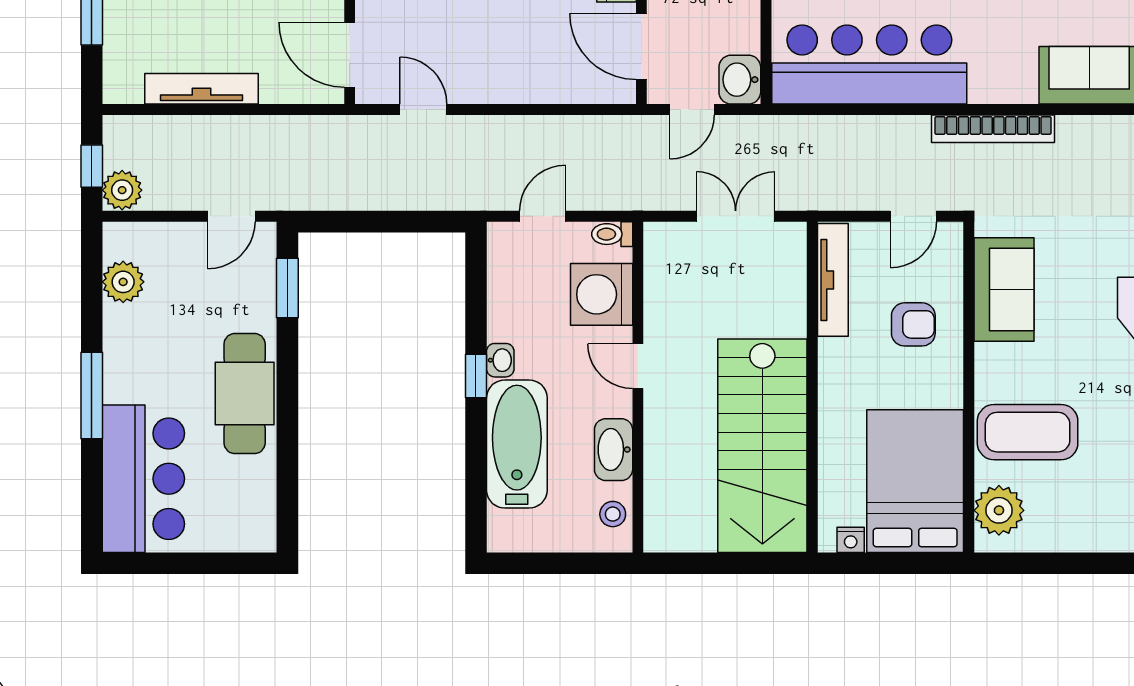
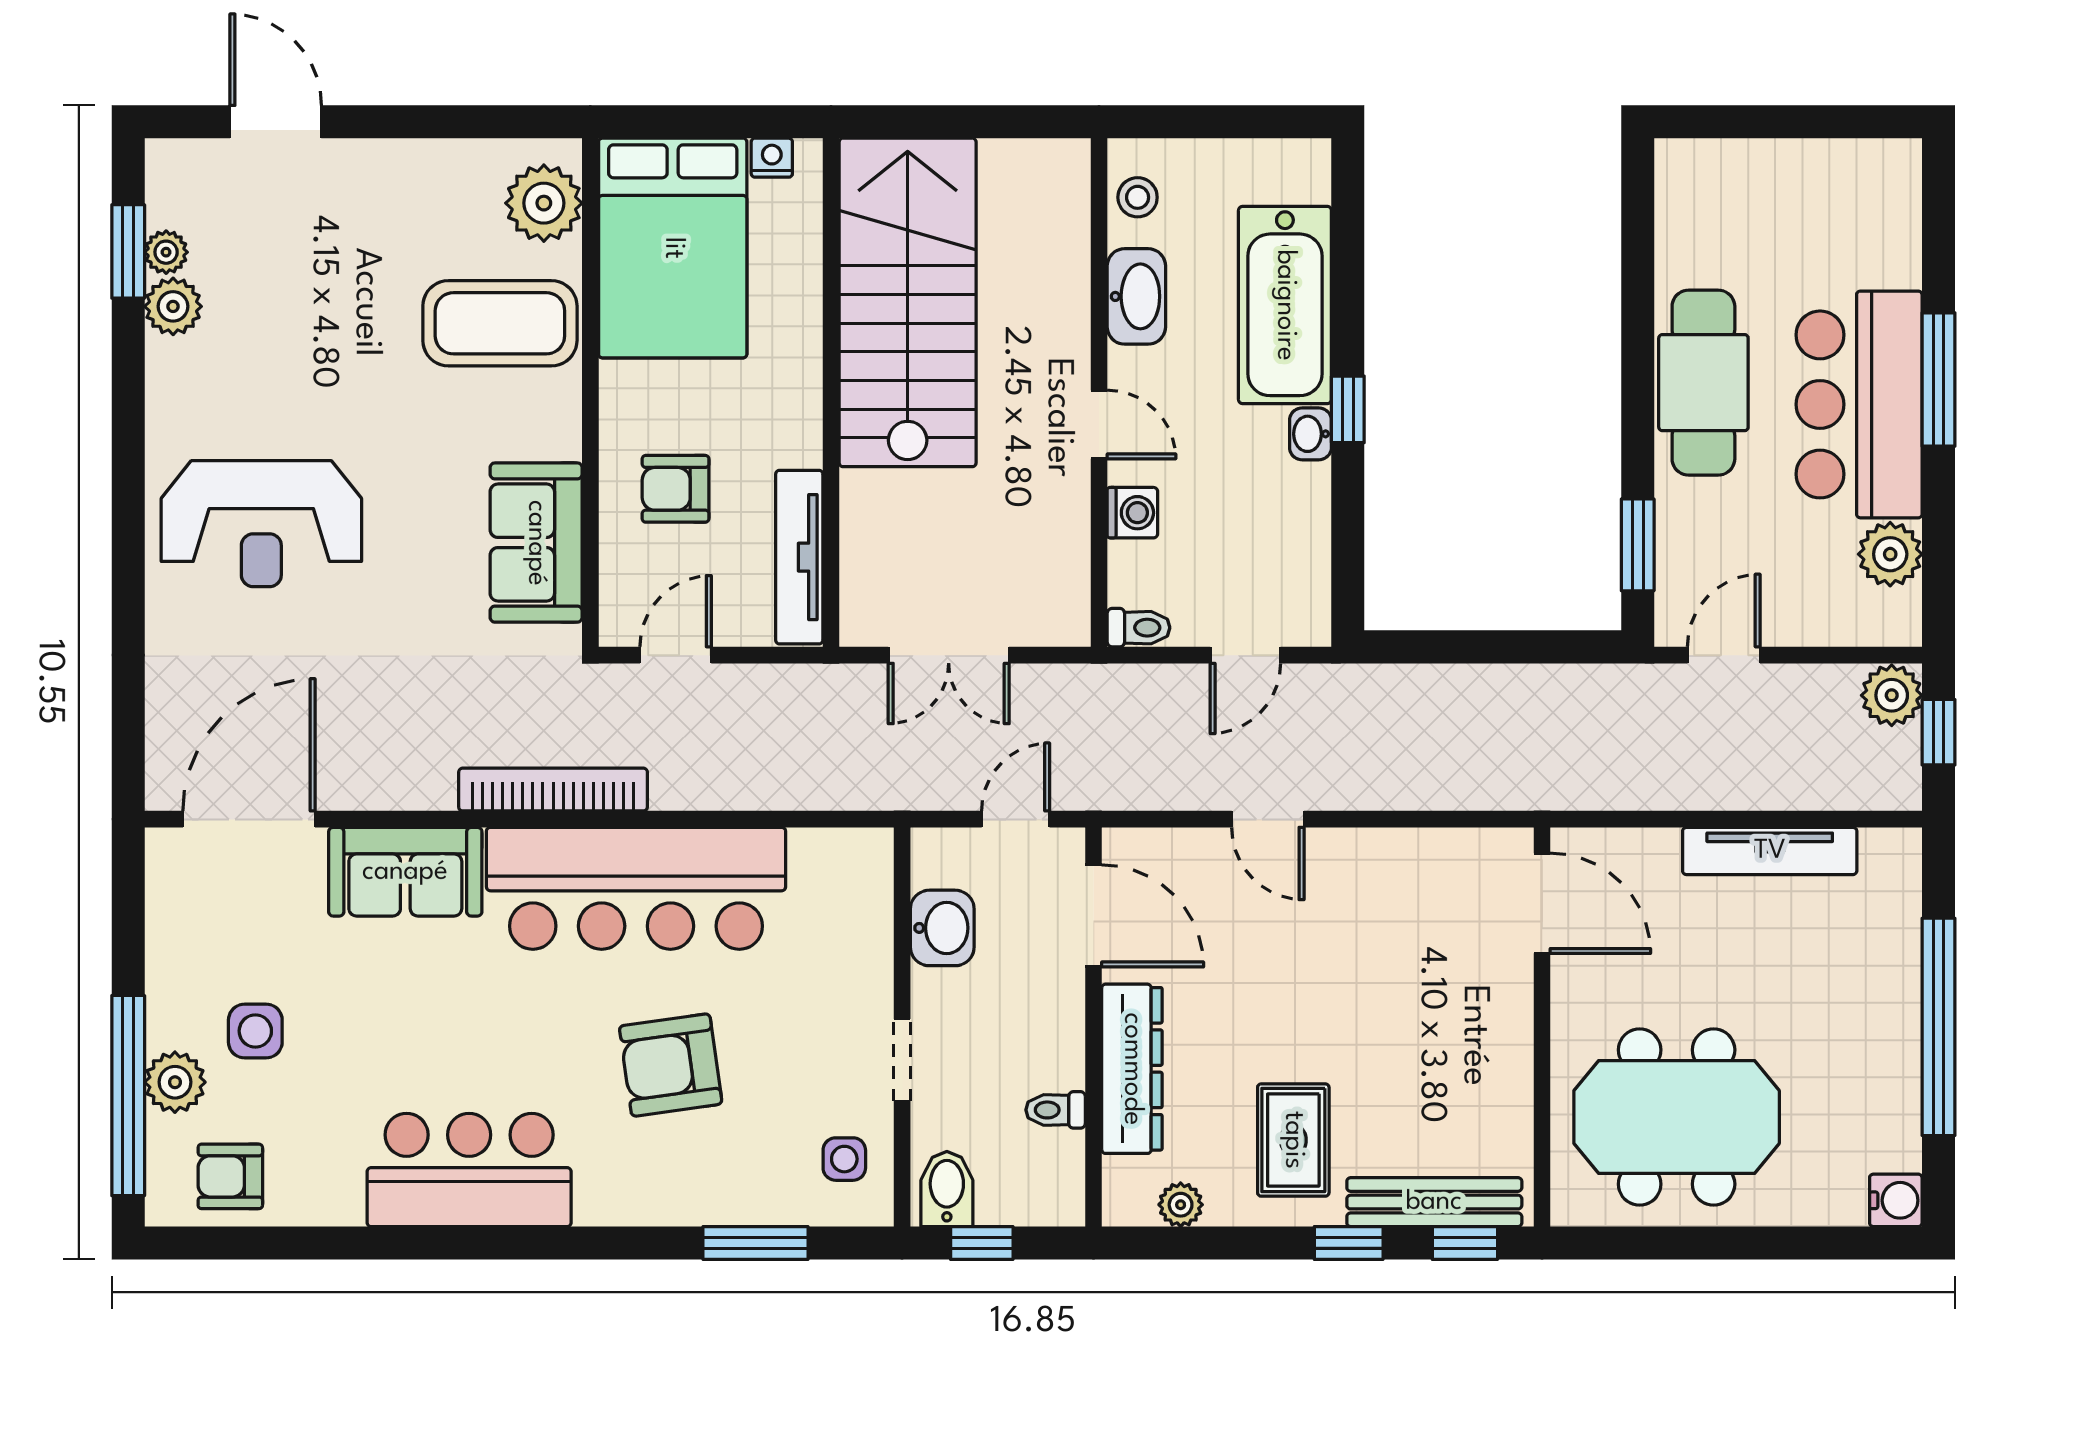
bar counter: (869, 65) -> (636, 888), moved
washbasin: (740, 80) -> (942, 928), moved
door: (423, 110) -> (1268, 819), moved
washing machine: (602, 294) -> (1132, 513), width x0.53, depth x0.53
bar counter: (143, 479) -> (1859, 404), moved

